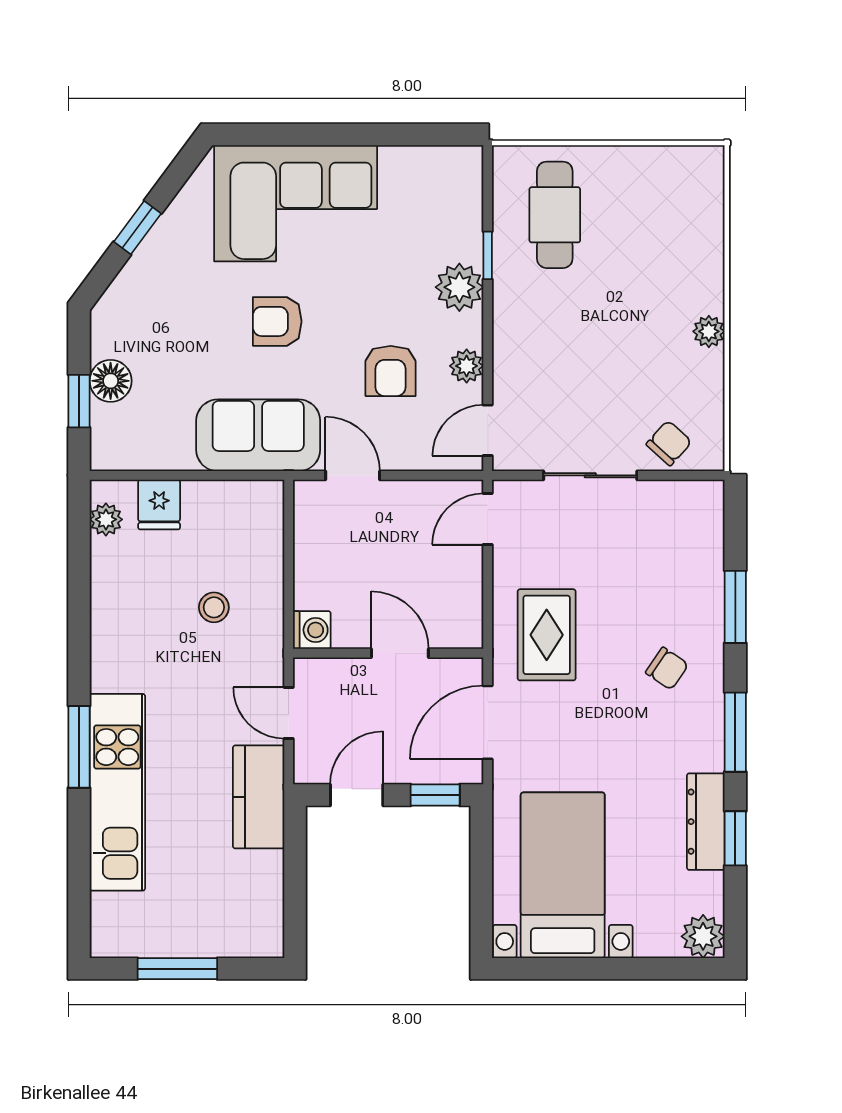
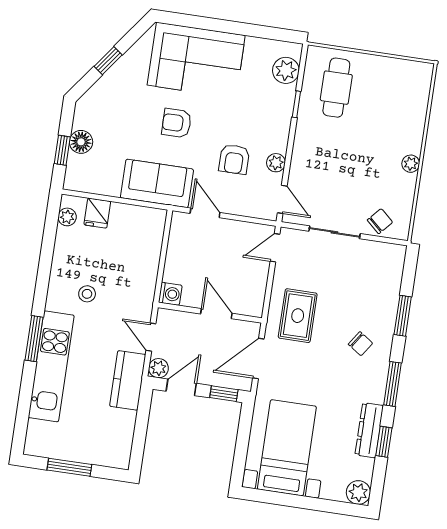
plant: (459, 287) -> (286, 70), moved
door: (488, 430) -> (282, 199), swing flipped
stool: (214, 607) -> (87, 294), moved
plant: (311, 767) -> (158, 368), added

